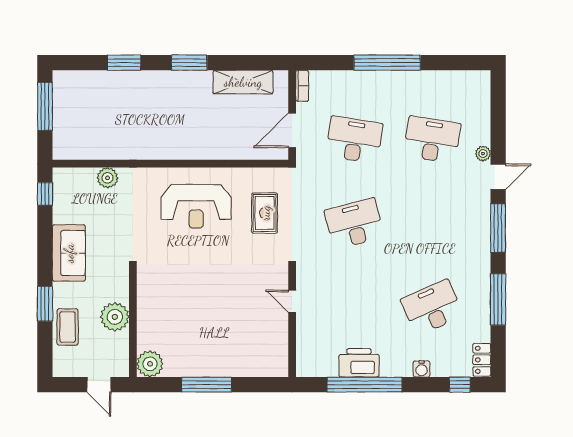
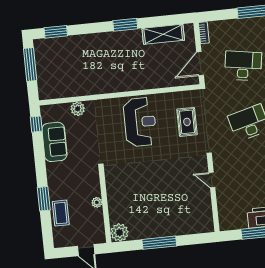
window: (124, 63) -> (56, 32), moved
reception desk: (196, 206) -> (140, 122), turned -90
sofa: (69, 253) -> (54, 142), moved
plant: (115, 317) -> (97, 202), width x0.53, depth x0.53

